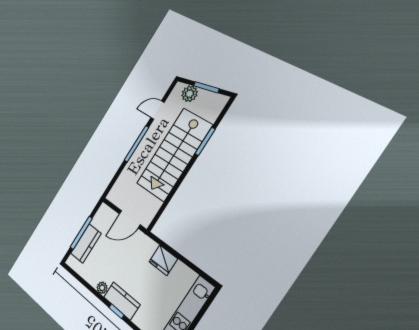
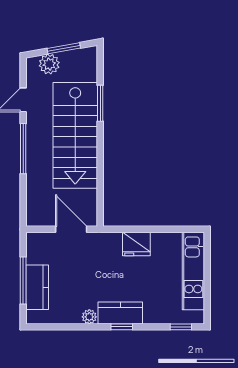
door: (130, 219) -> (71, 229), swing flipped

